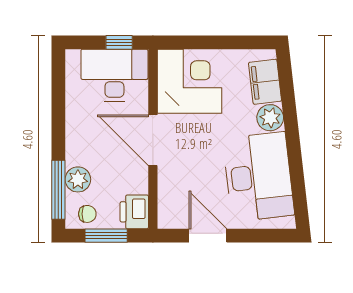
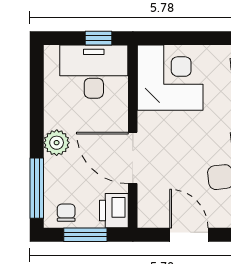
door: (153, 140) -> (133, 158), moved
plant: (78, 179) -> (57, 143), moved
chair: (87, 214) -> (66, 213), turned -90

